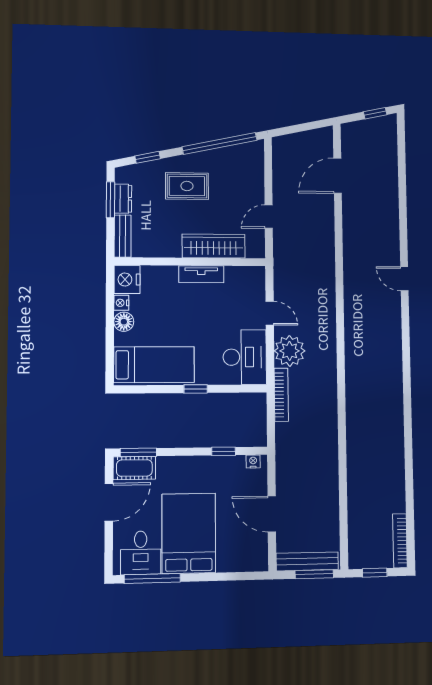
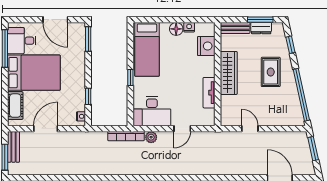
window: (296, 129) -> (313, 149), added
wardrobe: (214, 246) -> (229, 73), moved
tv unit: (201, 274) -> (209, 93), moved
nightstand: (127, 280) -> (206, 46), moved, turned 90
plant: (290, 351) -> (151, 137), width x0.53, depth x0.53
cot: (134, 468) -> (15, 106), moved
bench: (307, 561) -> (13, 147), width x0.73

